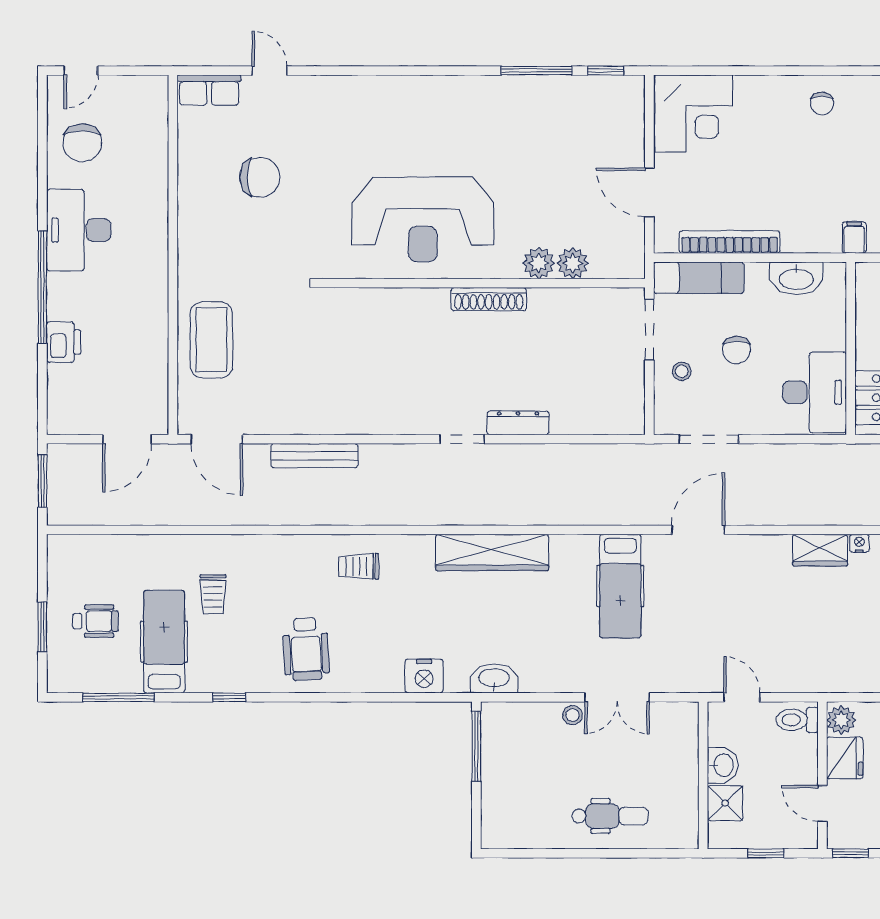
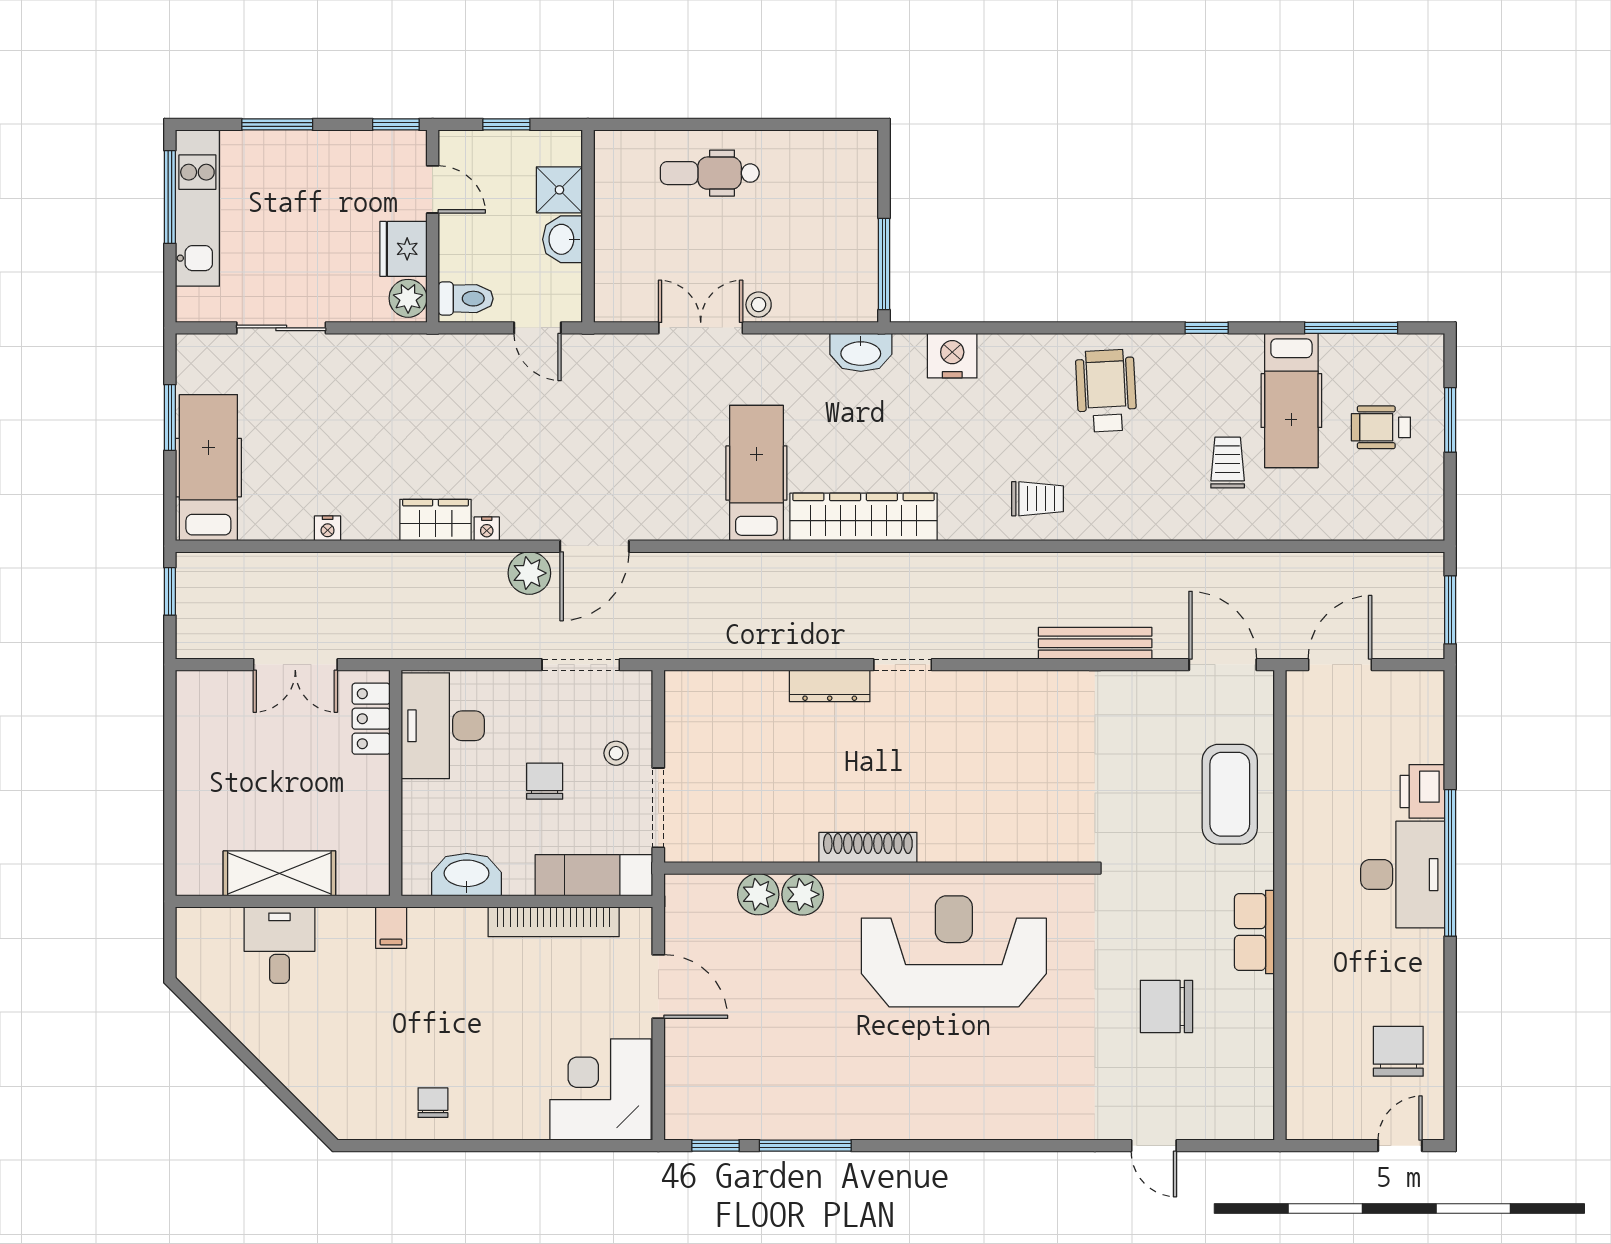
row of seats: (209, 90) -> (1254, 932), moved, turned -90
desk: (79, 230) -> (1403, 875), moved
plant: (748, 509) -> (529, 573), added
nightstand: (859, 543) -> (487, 529), moved
hospital bed: (620, 586) -> (756, 473), moved

